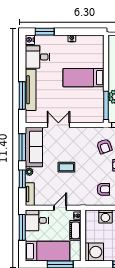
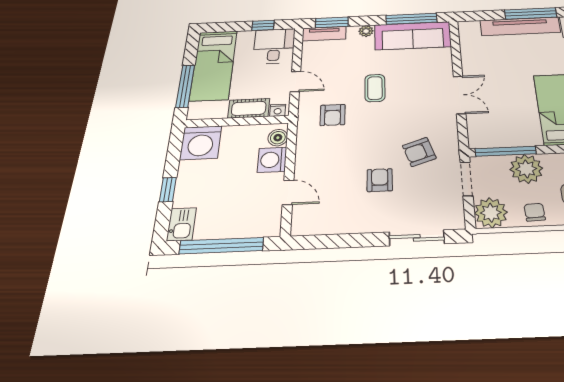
window: (22, 96) -> (531, 14), moved
double door: (58, 125) -> (459, 95), moved
window: (22, 179) -> (332, 22), moved
armchair: (103, 189) -> (333, 115), moved
boiler: (93, 215) -> (278, 138), added
window: (22, 227) -> (263, 25), width x0.46

